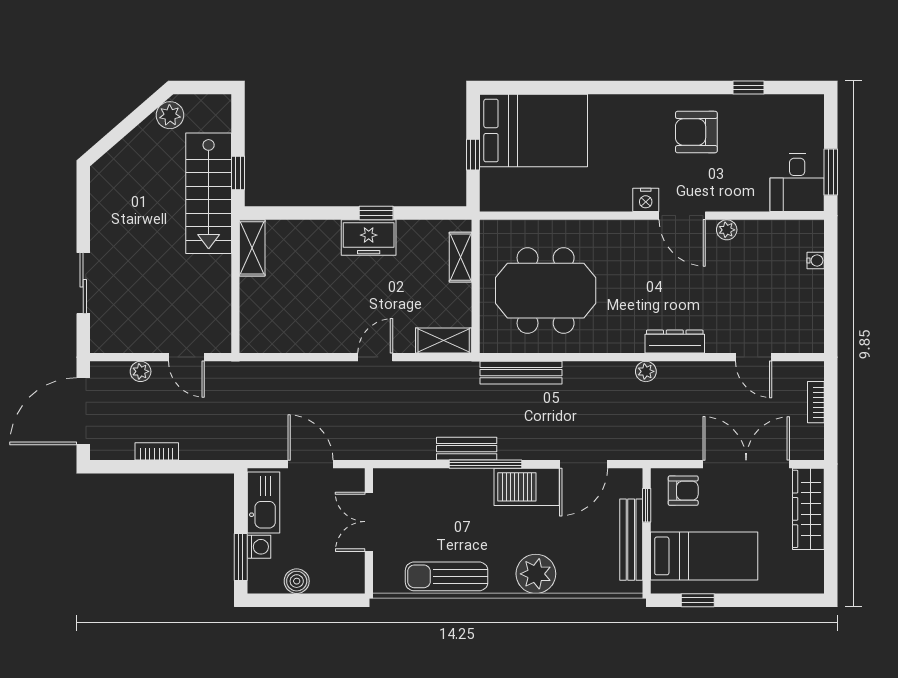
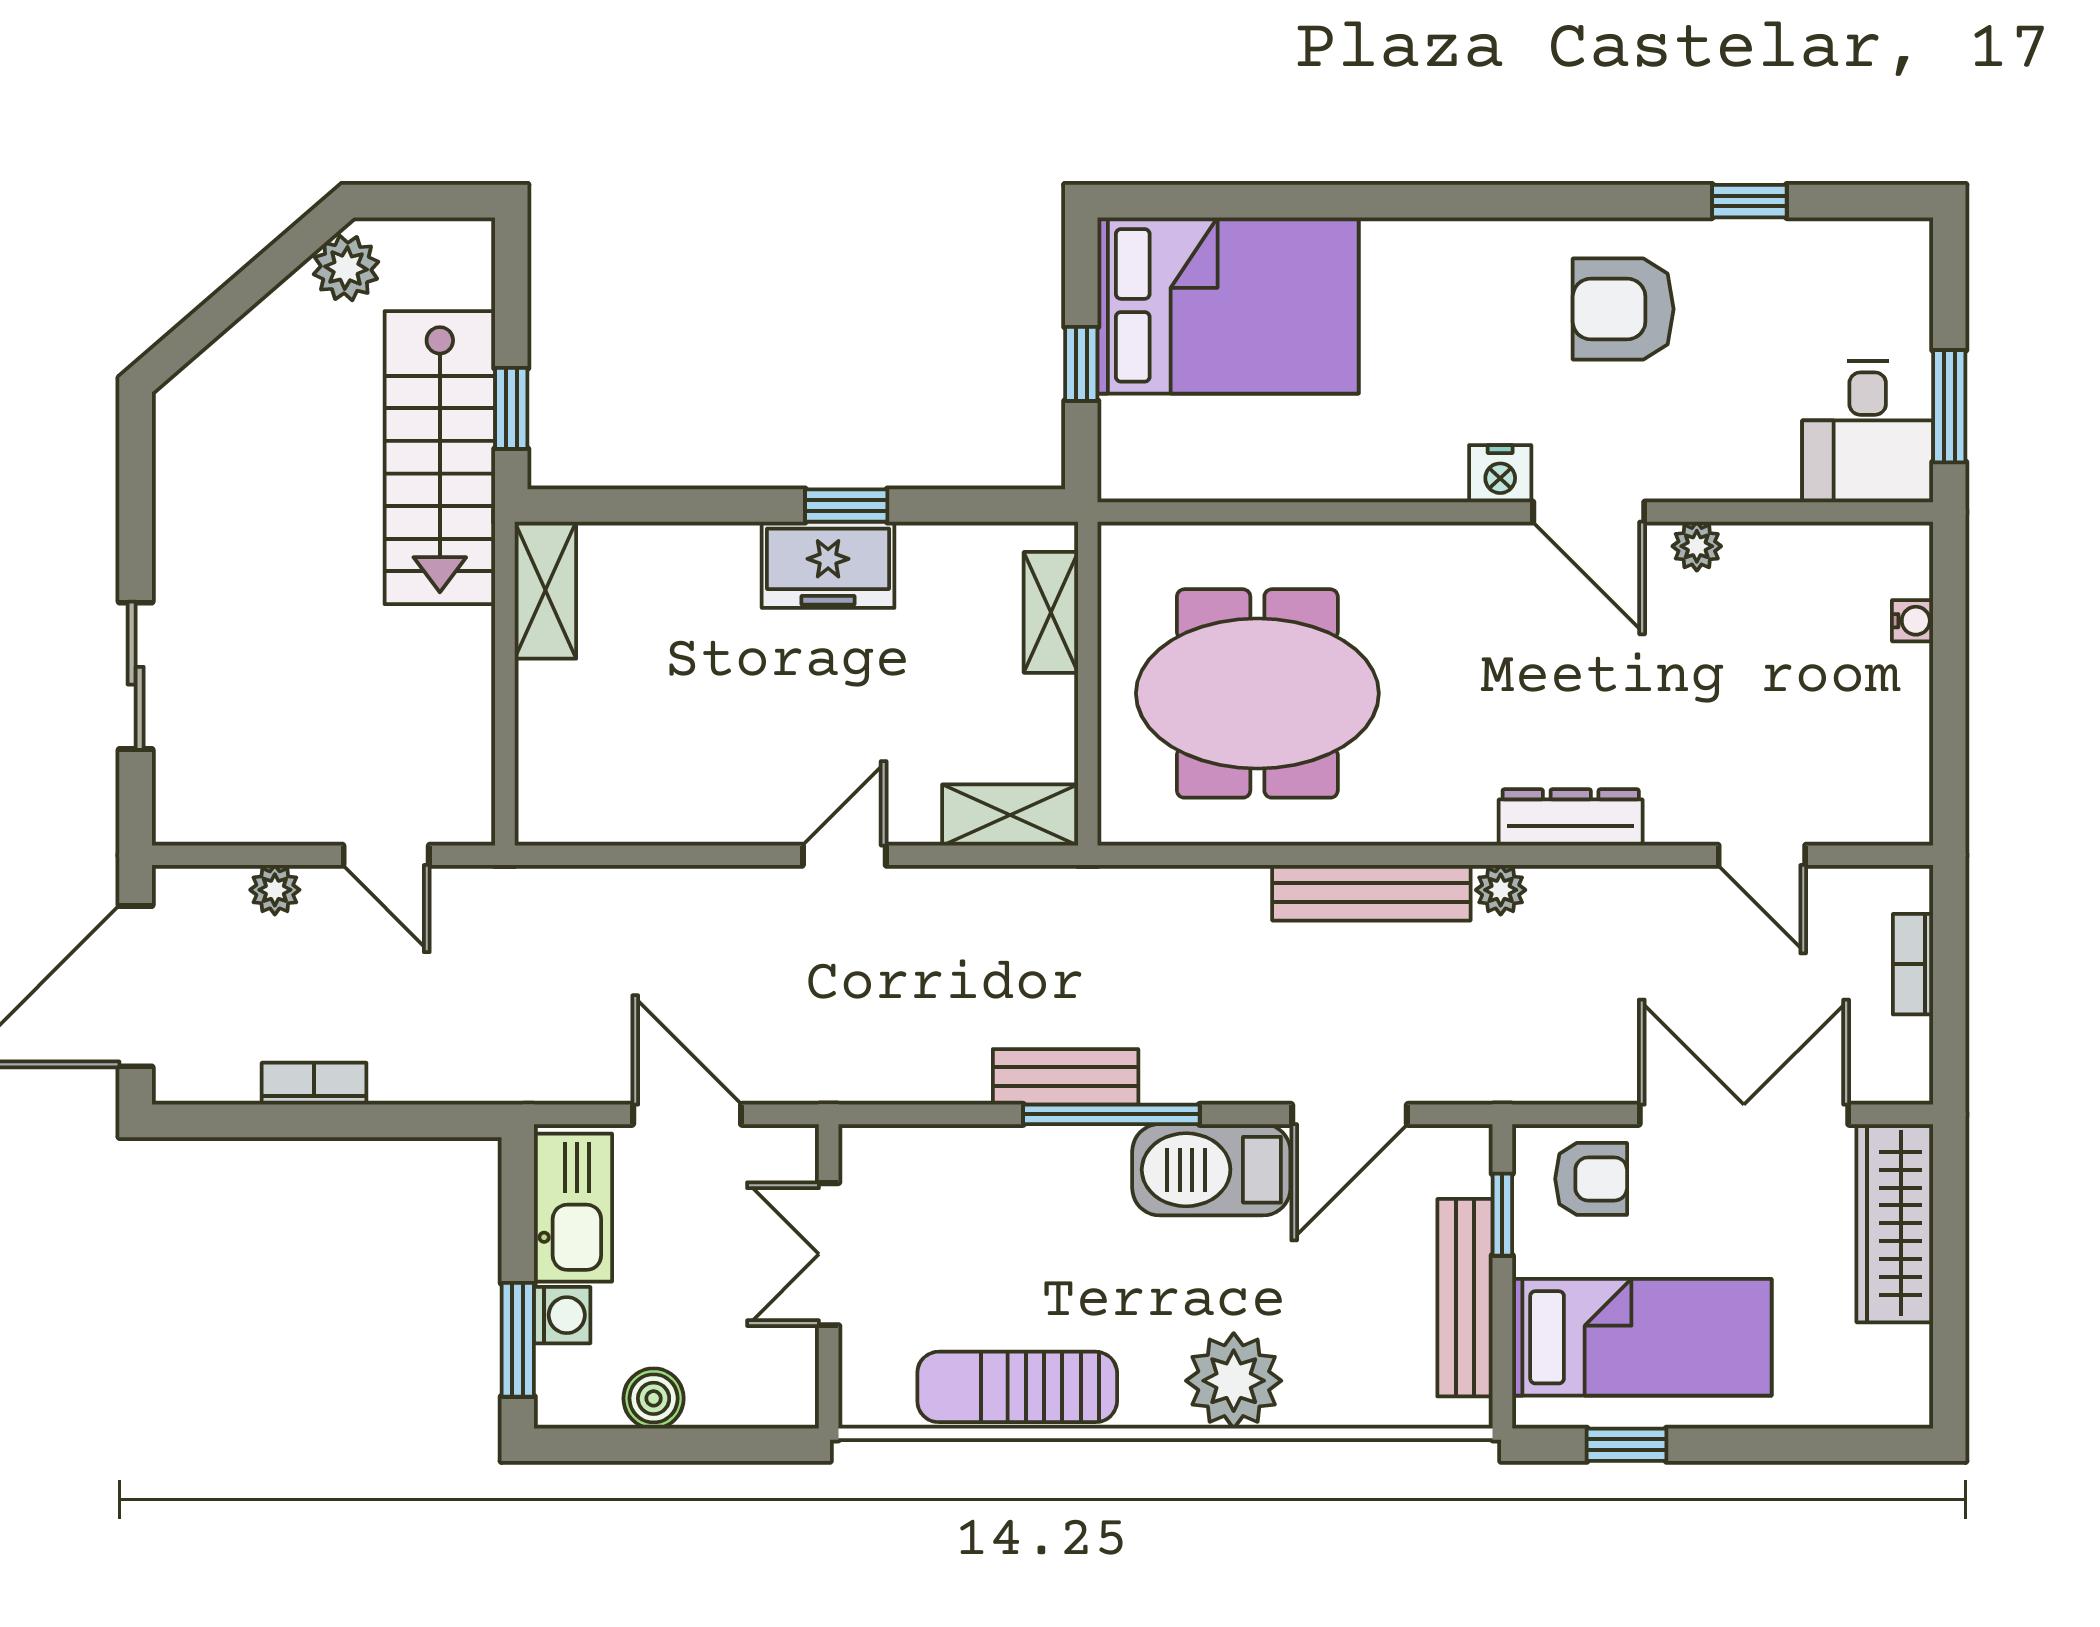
bench: (521, 373) -> (1371, 893), moved

